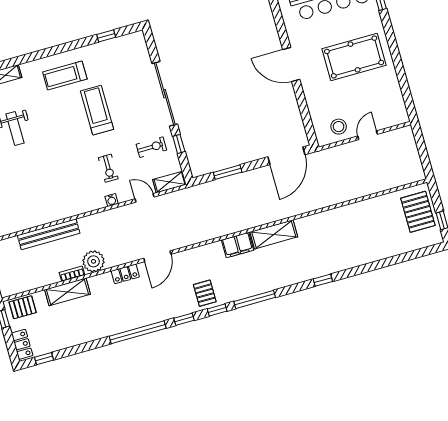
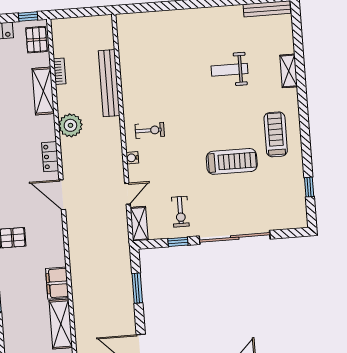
exercise bike: (108, 168) -> (150, 130), moved, turned 180
bookcase: (72, 274) -> (60, 71), moved

